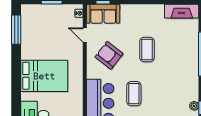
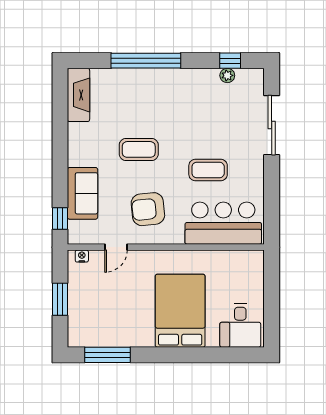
sofa: (103, 14) -> (83, 193), moved
armchair: (109, 55) -> (148, 209), turned 46

